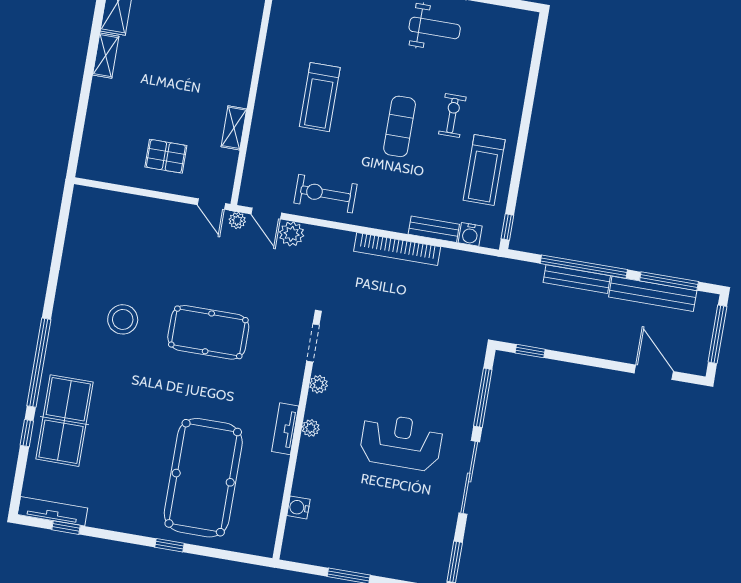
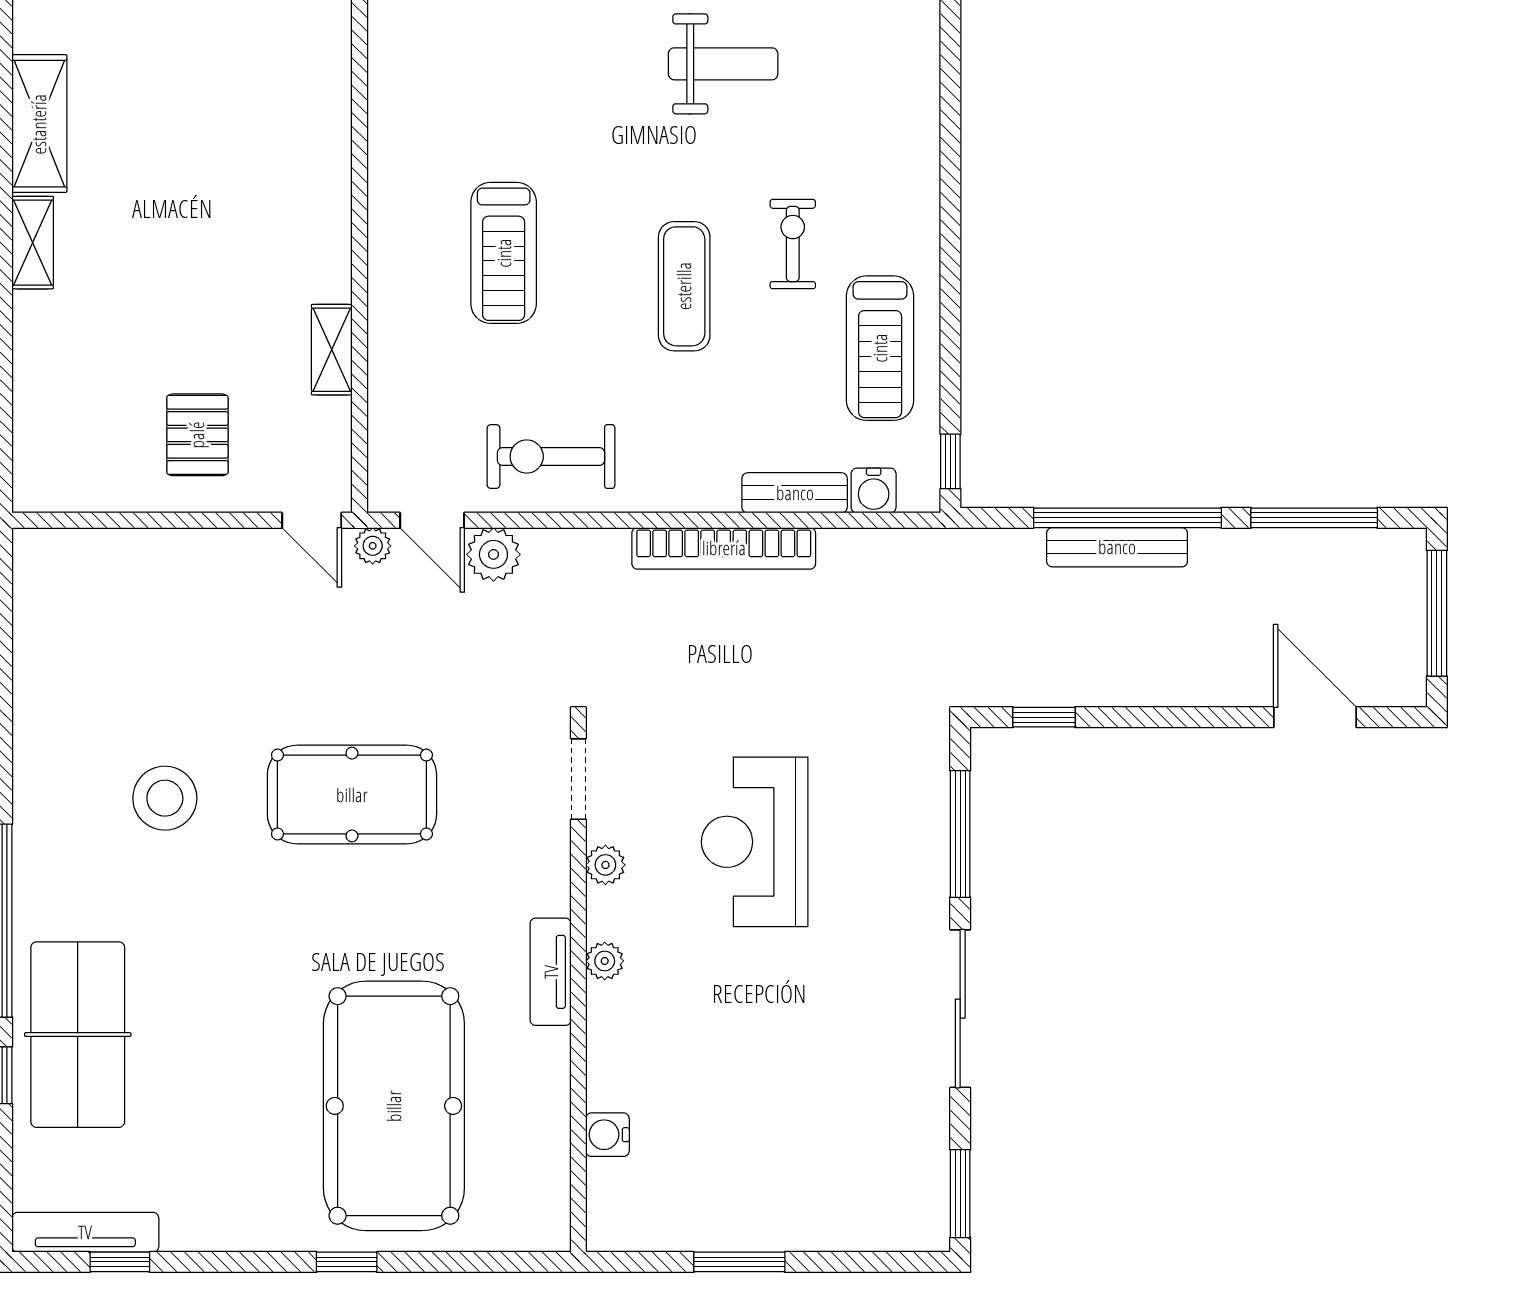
pallet: (166, 156) -> (197, 435), turned 90
bench: (653, 294) -> (1284, 551), removed
reception desk: (401, 442) -> (755, 842), moved, turned -90

